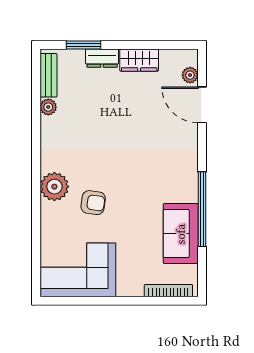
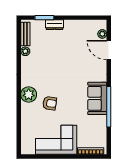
wardrobe: (139, 60) -> (75, 26), removed
sofa: (181, 234) -> (97, 98), moved
corner sofa: (78, 270) -> (56, 140), moved

